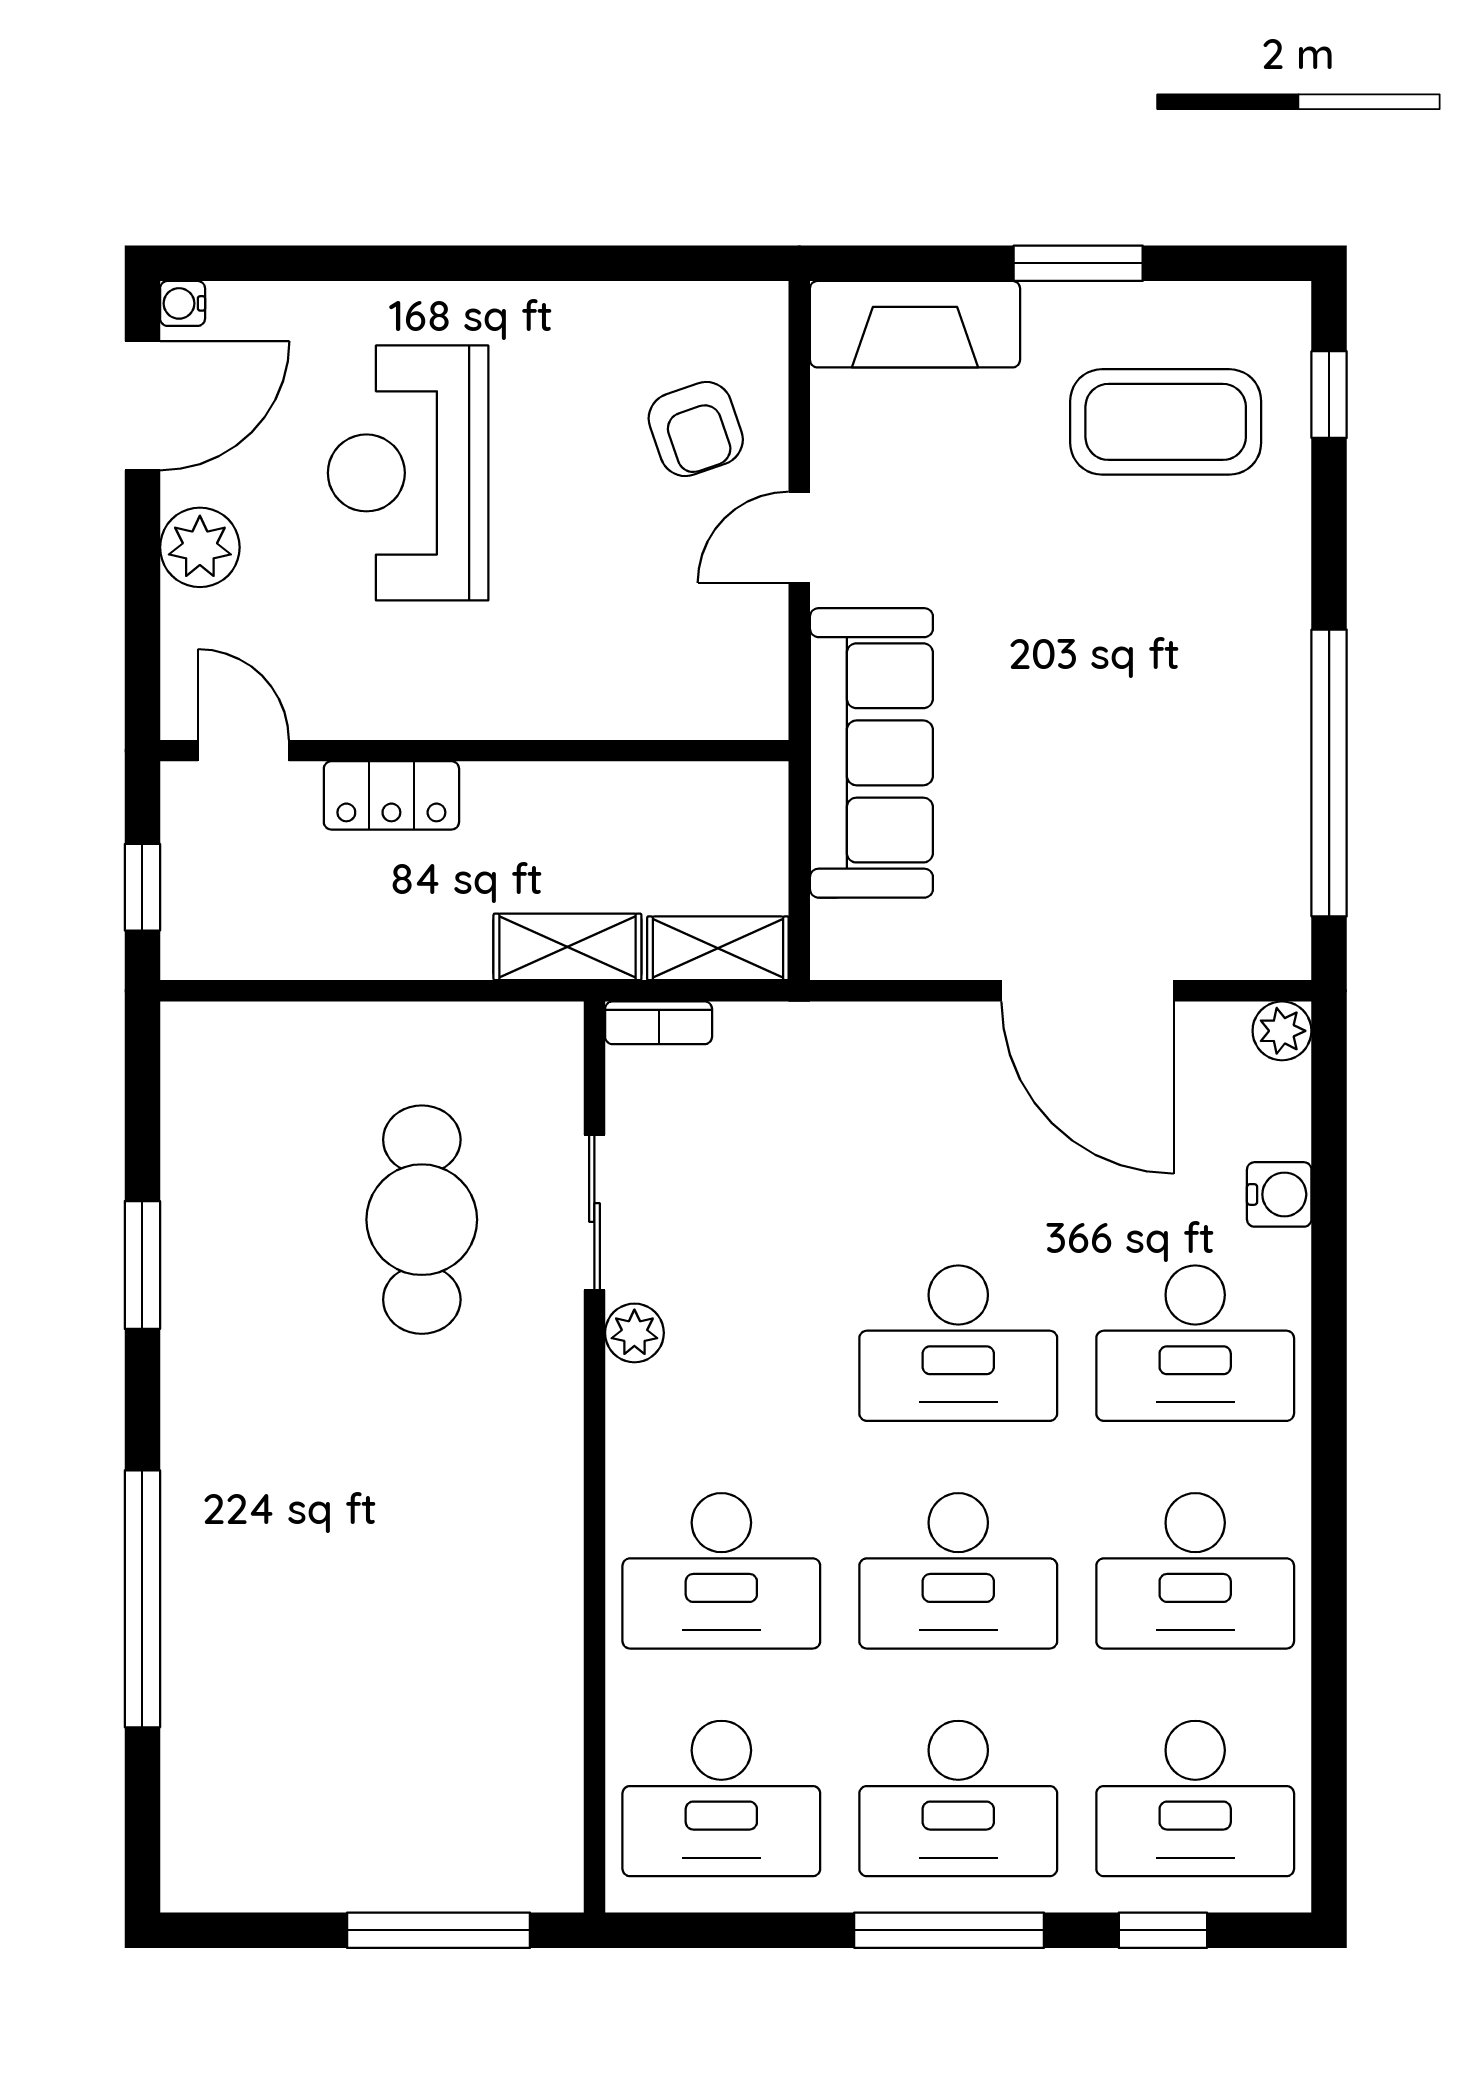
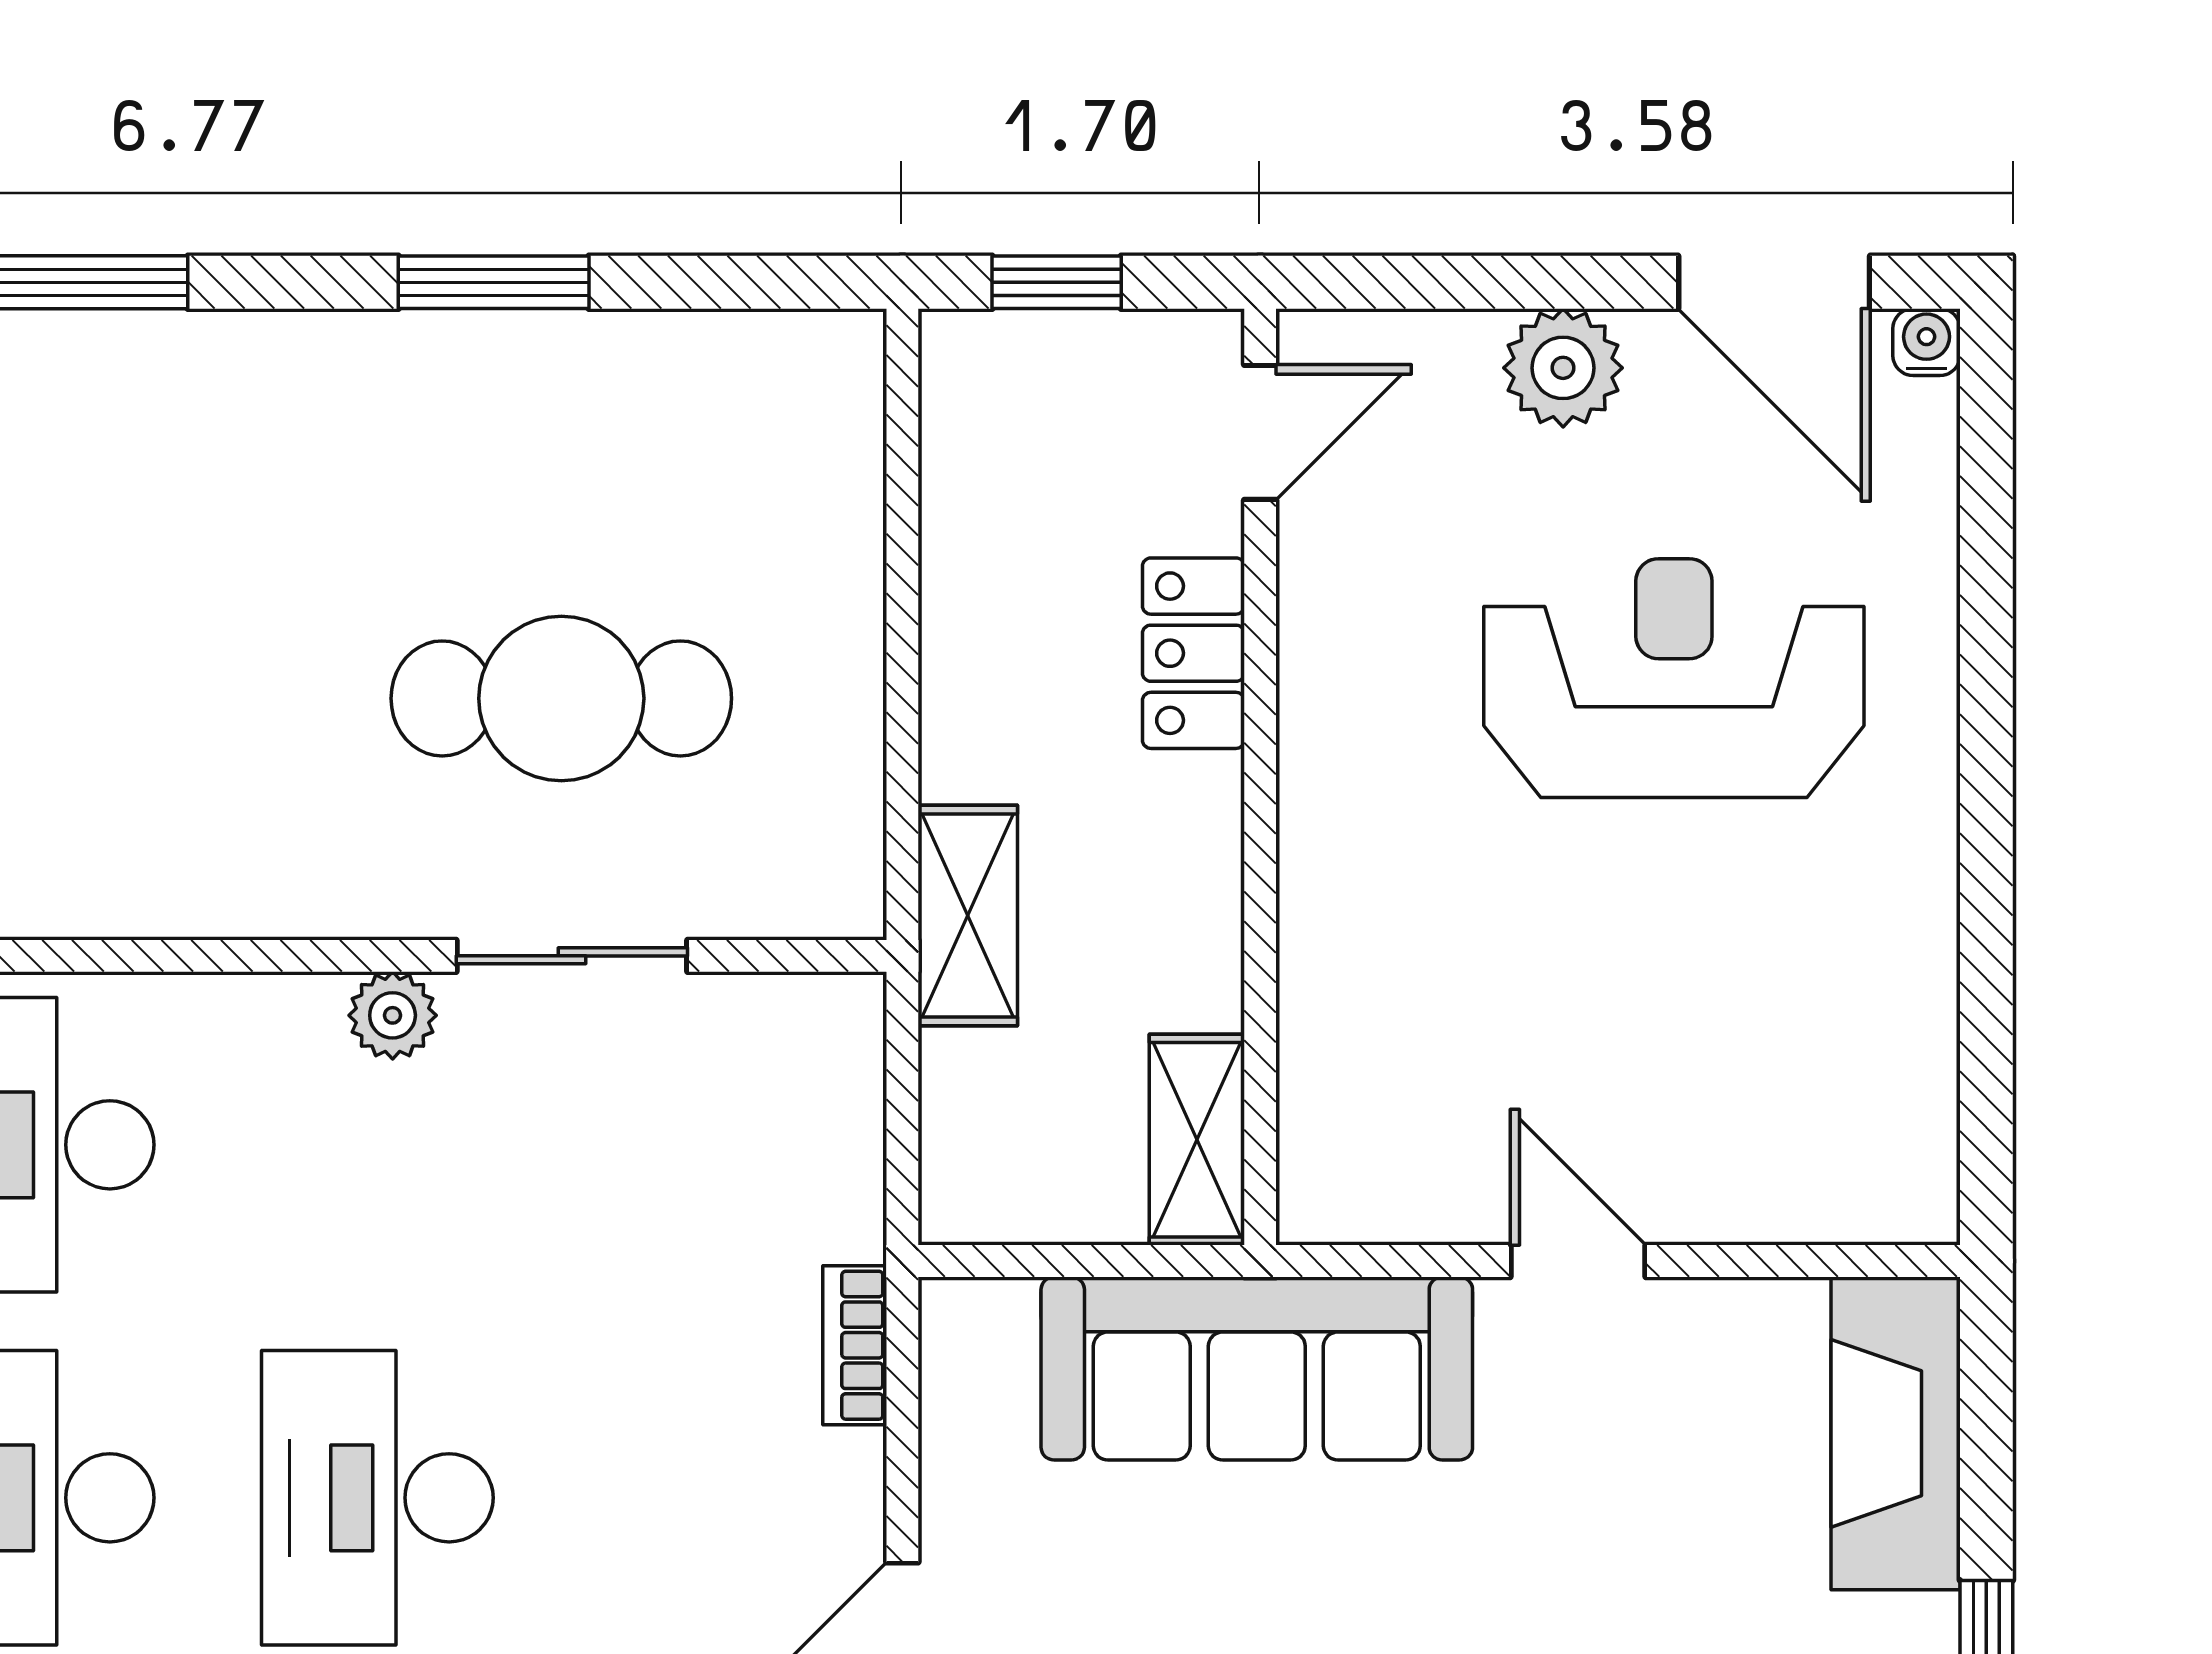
armchair: (696, 429) -> (1739, 1107), removed
shelving: (718, 948) -> (1197, 1140), moved
bookcase: (659, 1023) -> (855, 1345), moved

